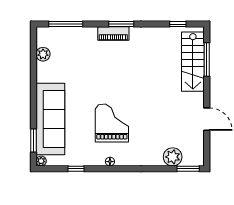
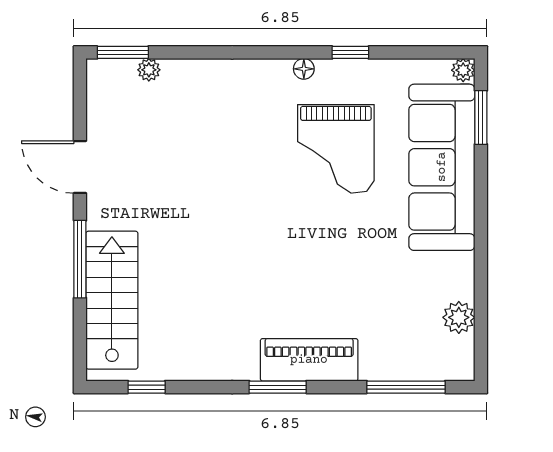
piano: (113, 34) -> (309, 360), width x1.37, depth x1.33
window: (207, 60) -> (80, 259), moved
grand piano: (112, 123) -> (336, 149), moved
plant: (173, 157) -> (149, 70), width x0.53, depth x0.53
window: (76, 169) -> (350, 52), moved

